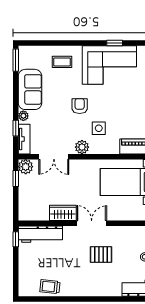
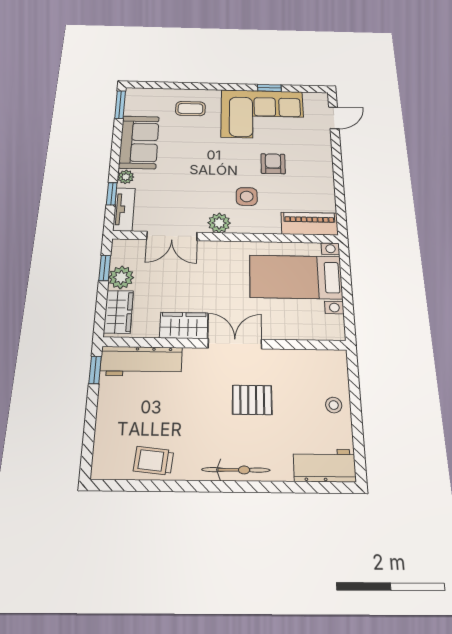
armchair: (80, 106) -> (273, 164), moved
plant: (26, 167) -> (121, 277), moved
wardrobe: (26, 205) -> (118, 312), added
bicycle: (92, 291) -> (236, 470), added

